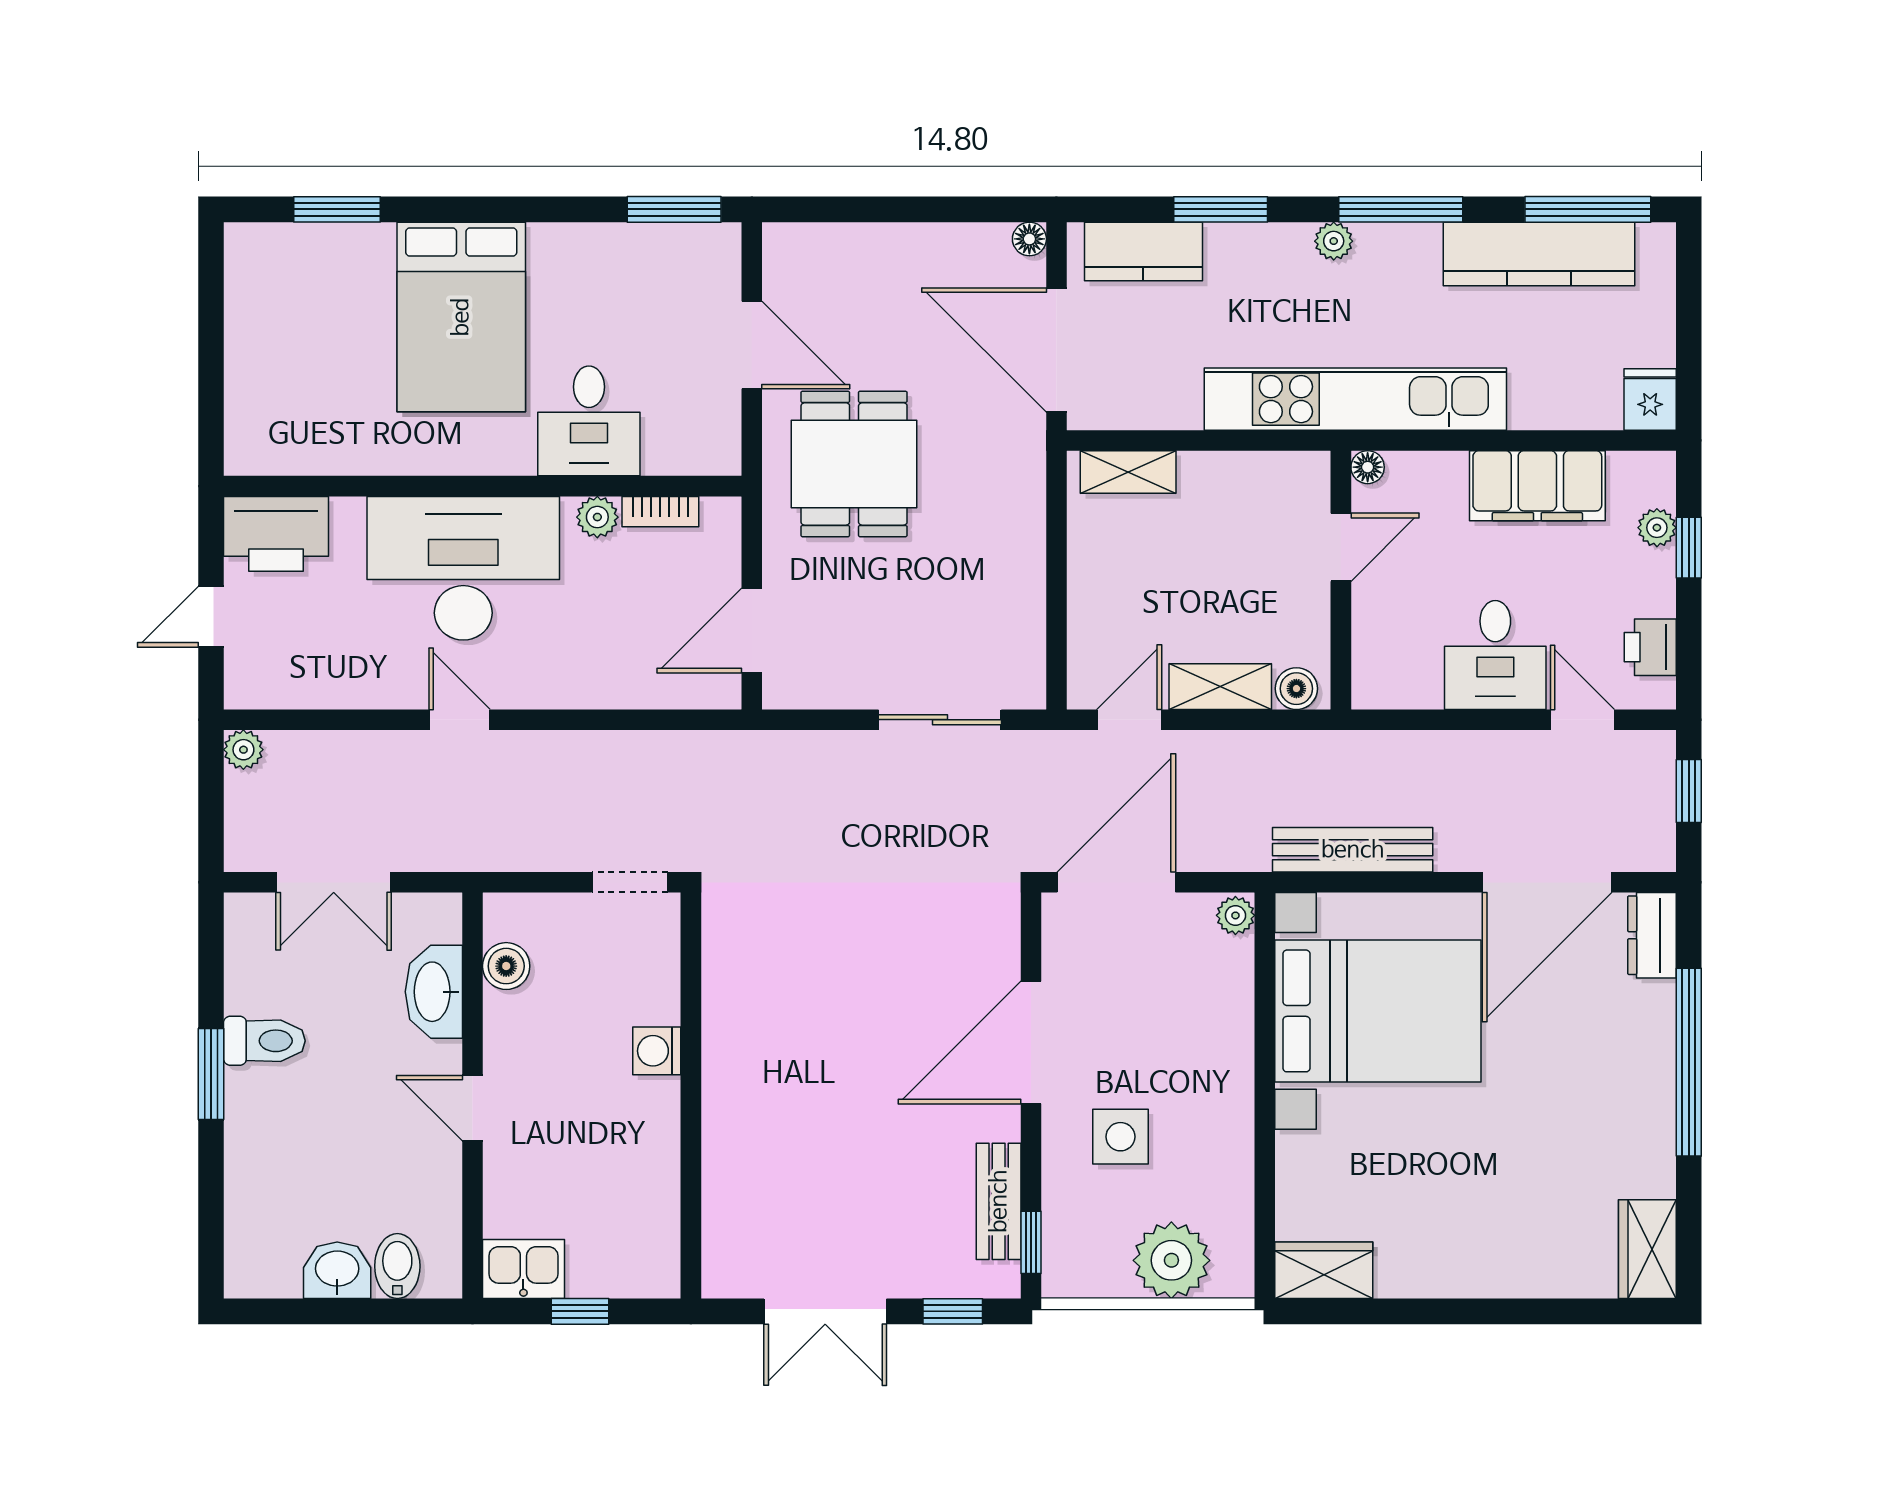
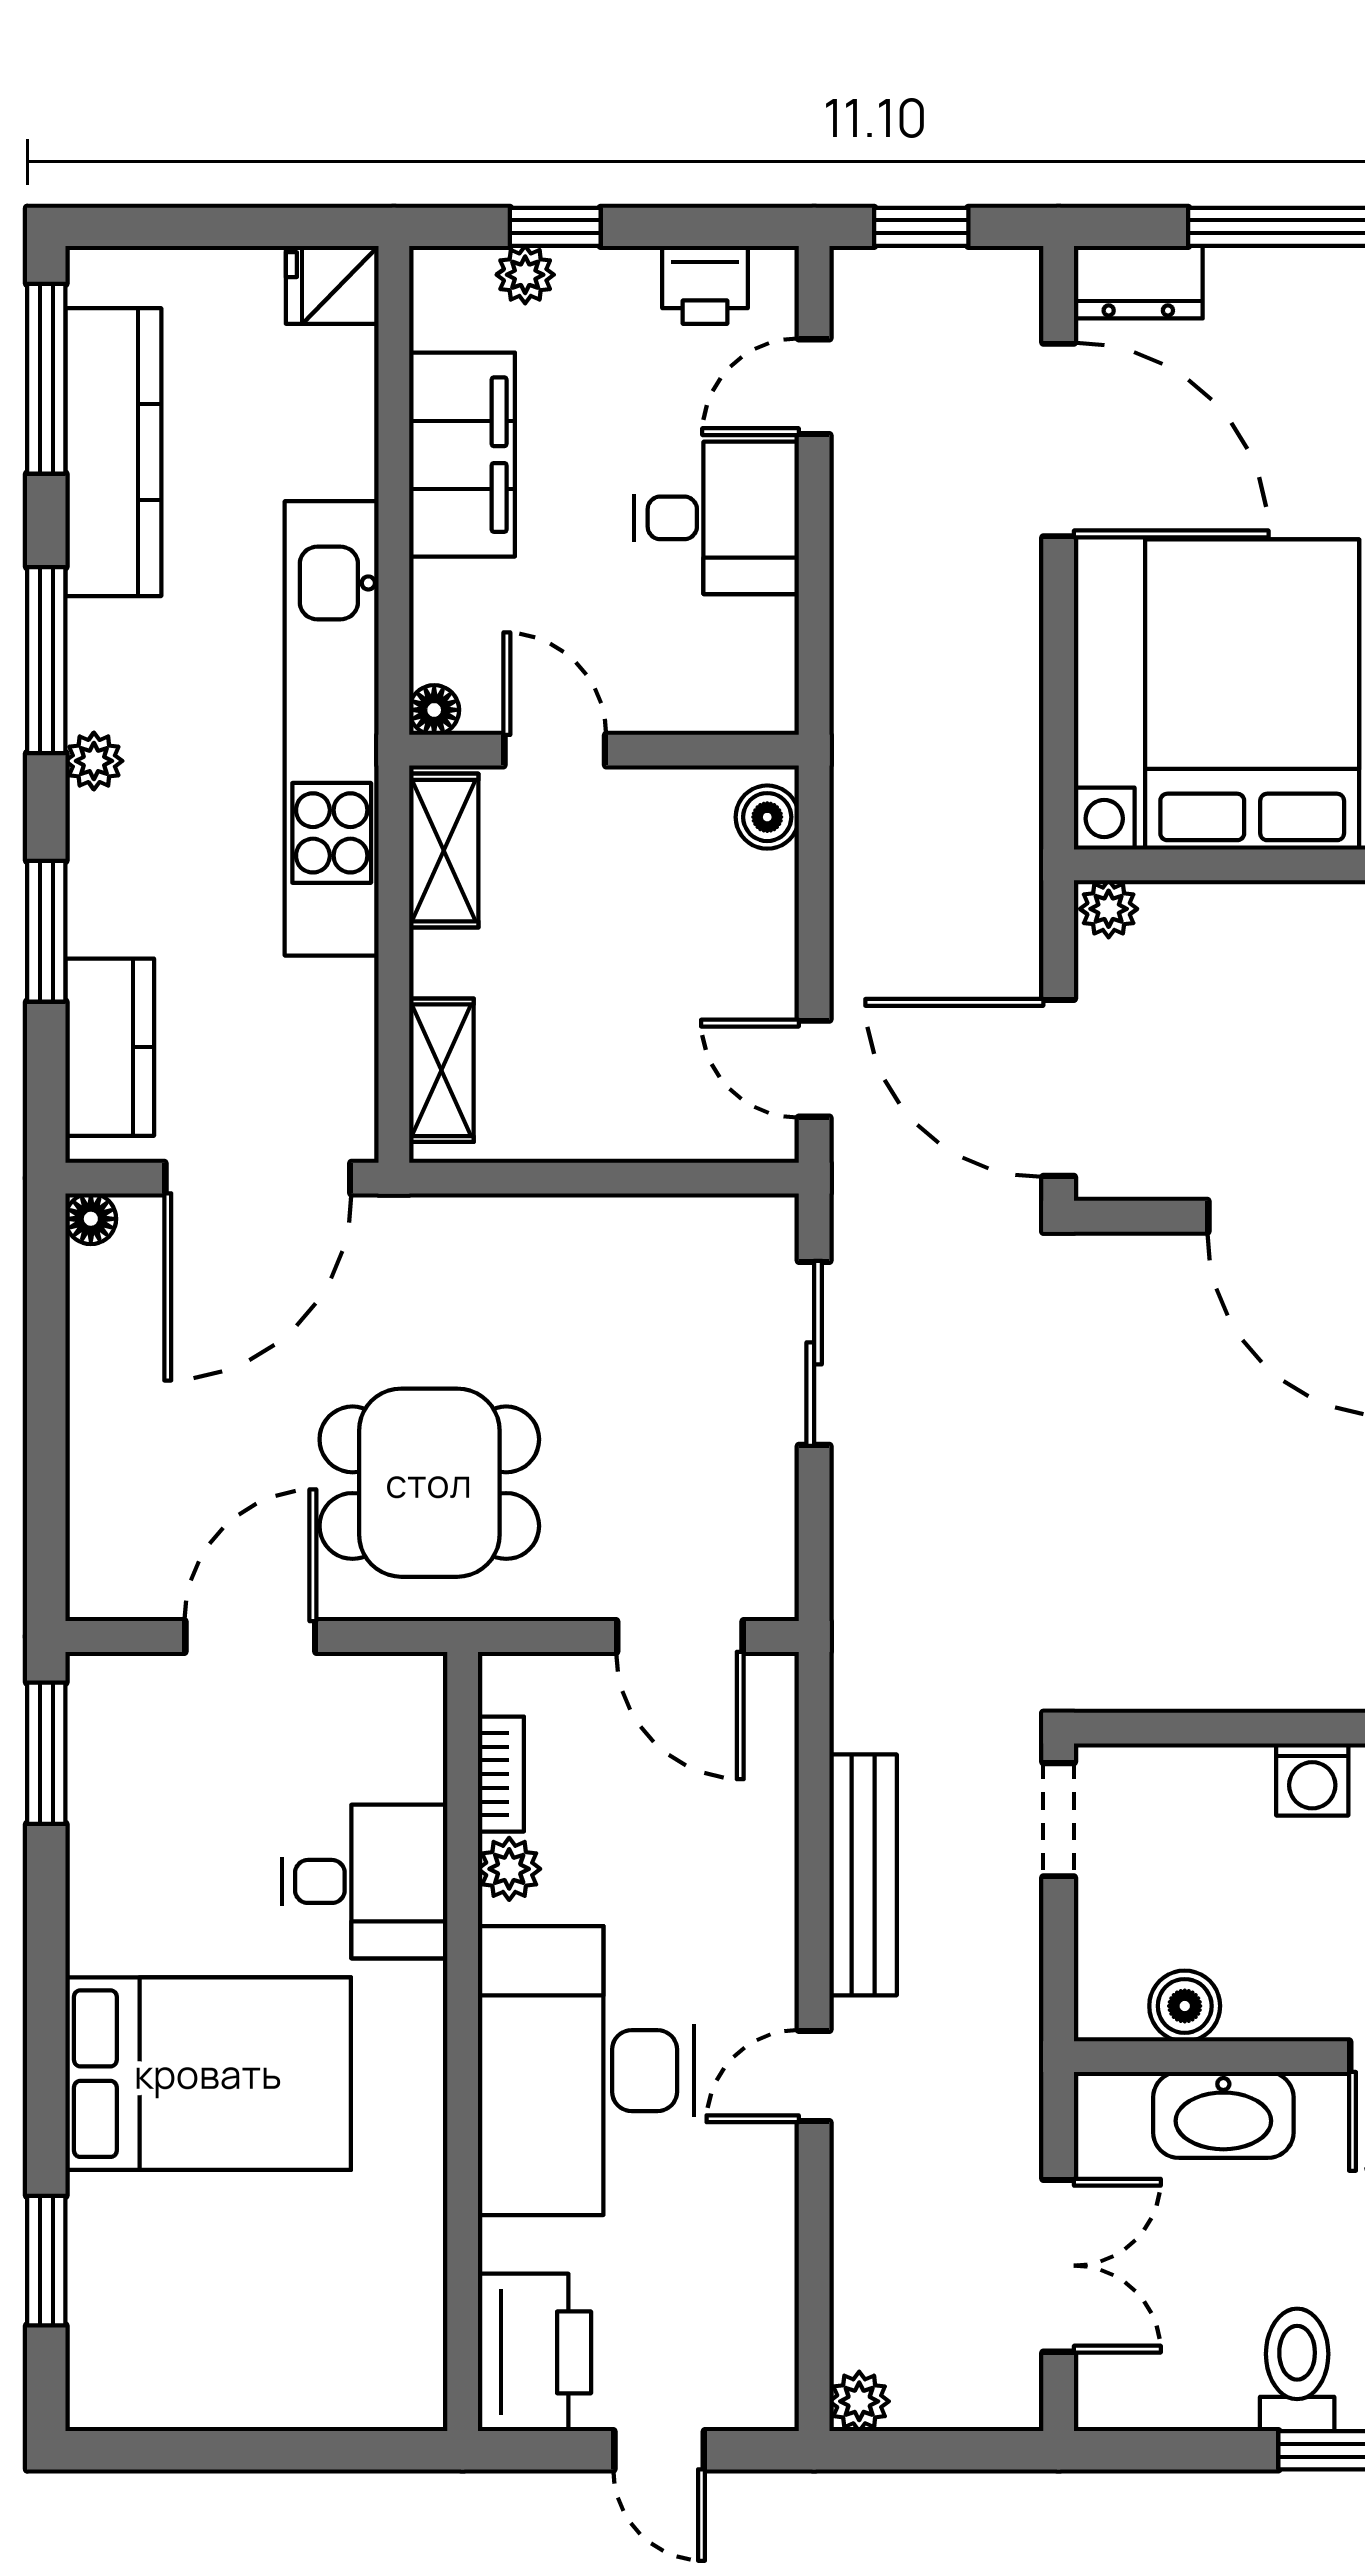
shelving: (1220, 687) -> (444, 851), moved
bench: (1353, 850) -> (863, 1875), moved

